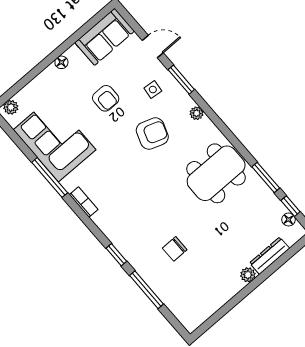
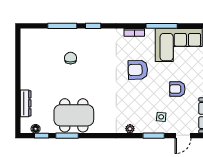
armchair: (152, 134) -> (138, 70), moved, turned 69
dining table: (216, 173) -> (74, 115), moved, turned 90
plant: (248, 275) -> (25, 84), removed

